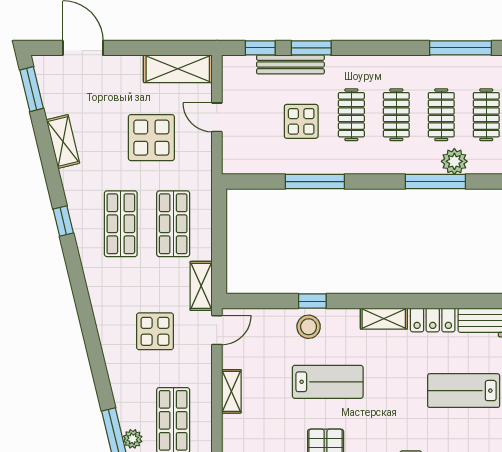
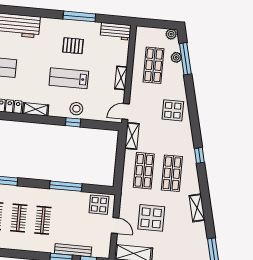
display table: (301, 121) -> (99, 205), moved
shelving: (63, 141) -> (197, 208), moved
window: (63, 221) -> (199, 155), moved
display table: (155, 331) -> (173, 110), moved

